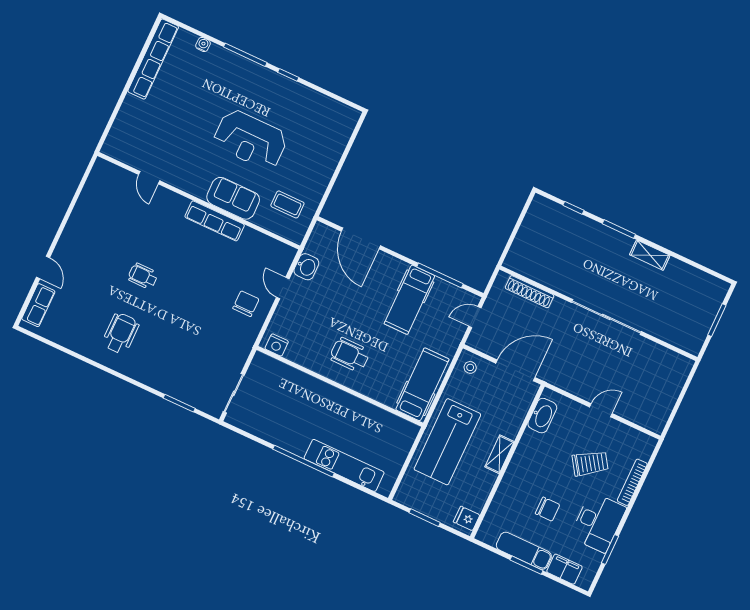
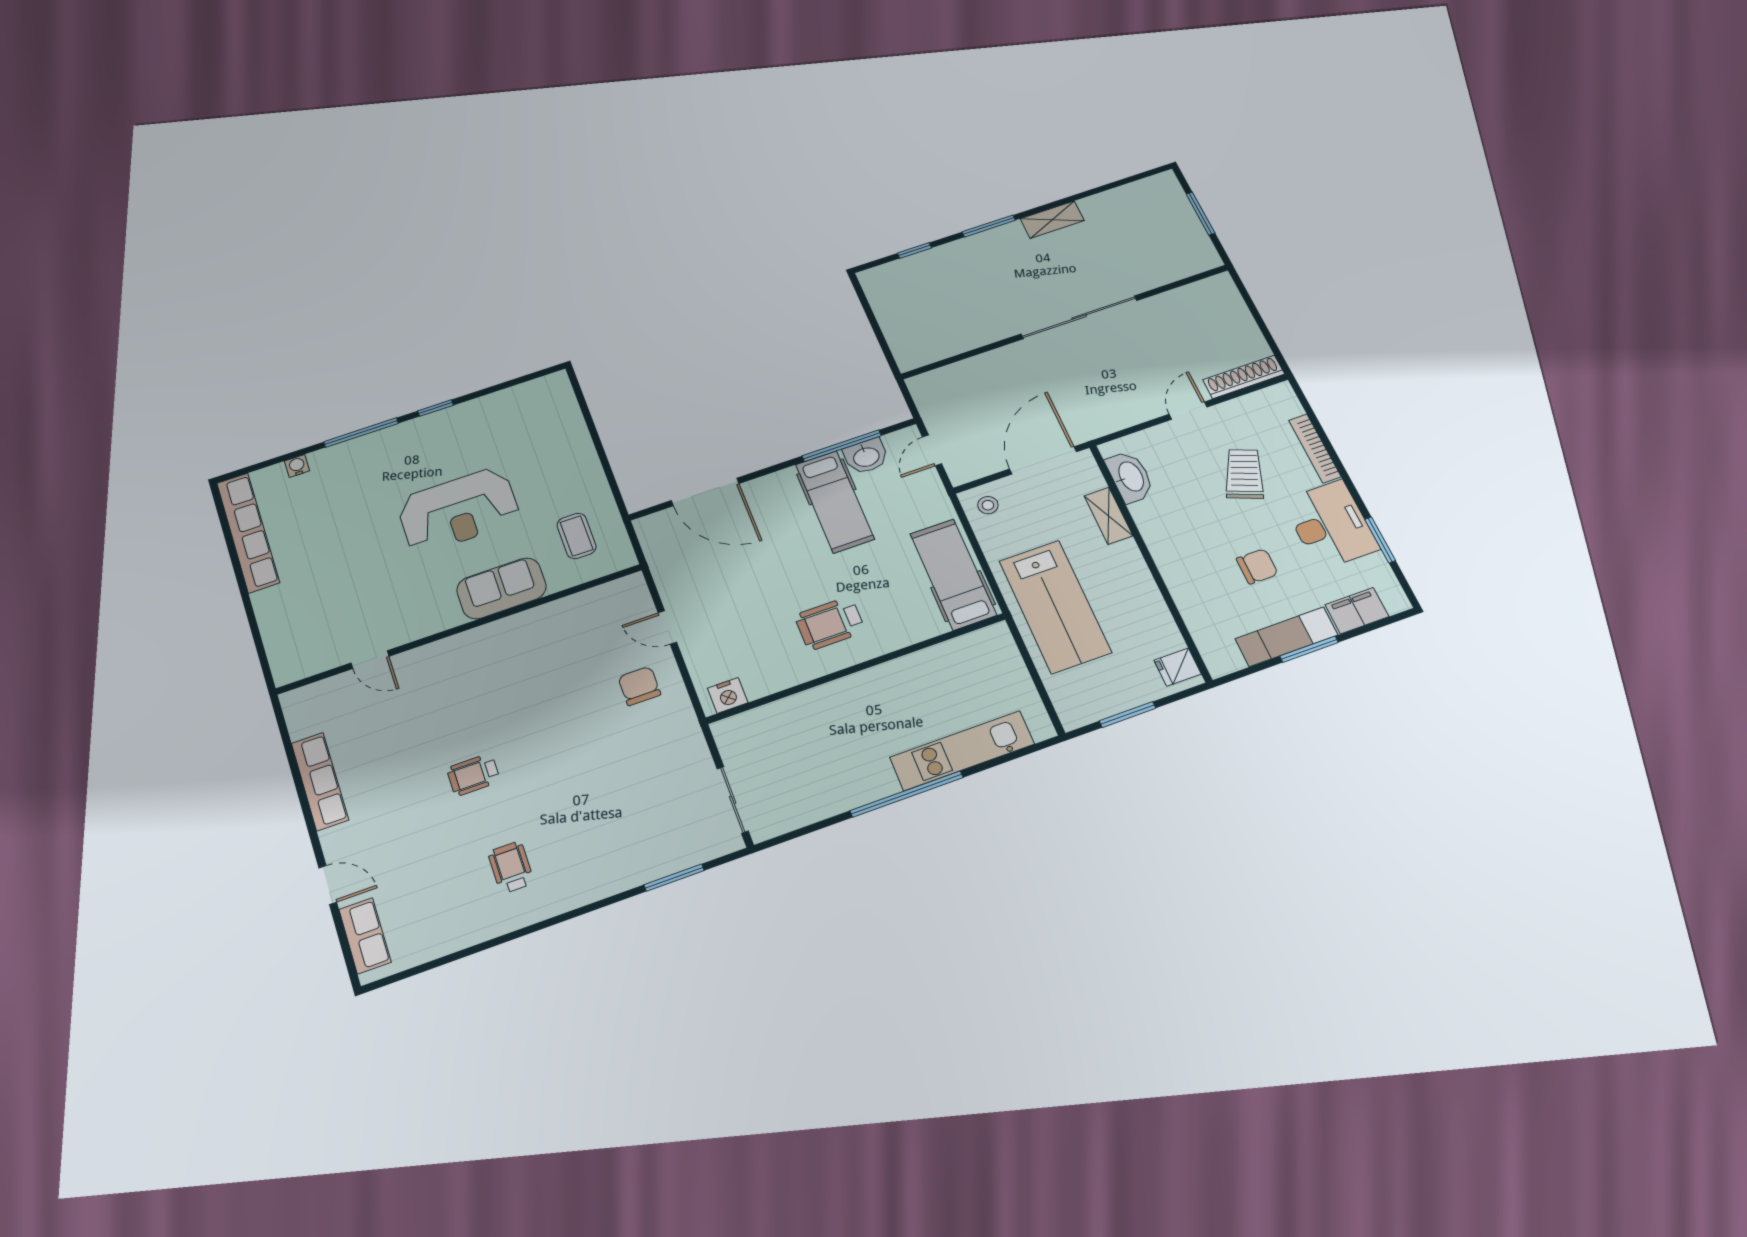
coffee table: (287, 204) -> (577, 536), turned 90
row of seats: (215, 221) -> (320, 781), moved, turned -90
washbasin: (306, 267) -> (866, 456), moved, turned 90
shoe rack: (529, 292) -> (1244, 377), moved, turned 180
wheelchair: (121, 333) -> (511, 867), width x0.73, depth x0.73
shelving: (499, 454) -> (1108, 516), moved
trolley: (590, 463) -> (1244, 474), turned -33

